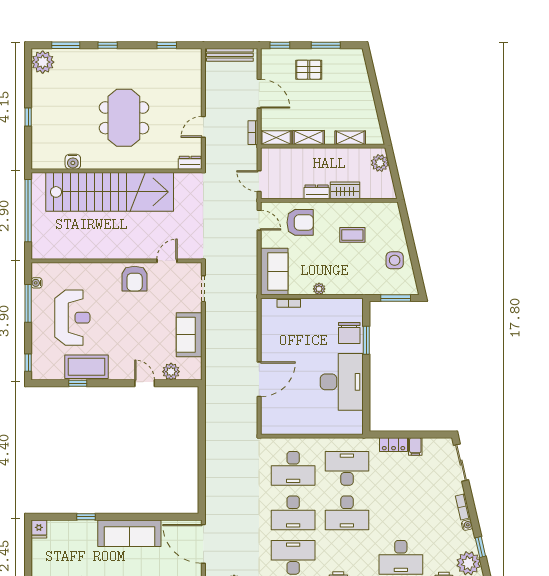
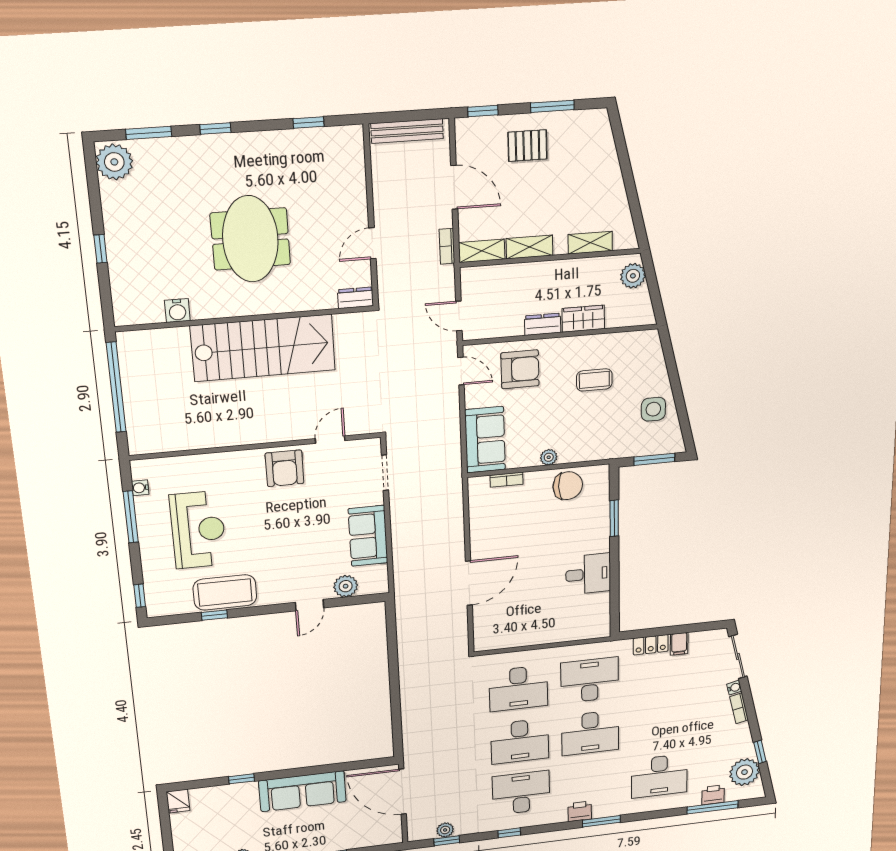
stairs: (110, 192) -> (263, 348), width x0.73
chair: (349, 333) -> (568, 486), moved, turned -90
desk: (342, 382) -> (588, 574), width x0.53, depth x0.77
door: (145, 383) -> (310, 605), swing flipped
water cooler: (467, 525) -> (734, 688), moved

